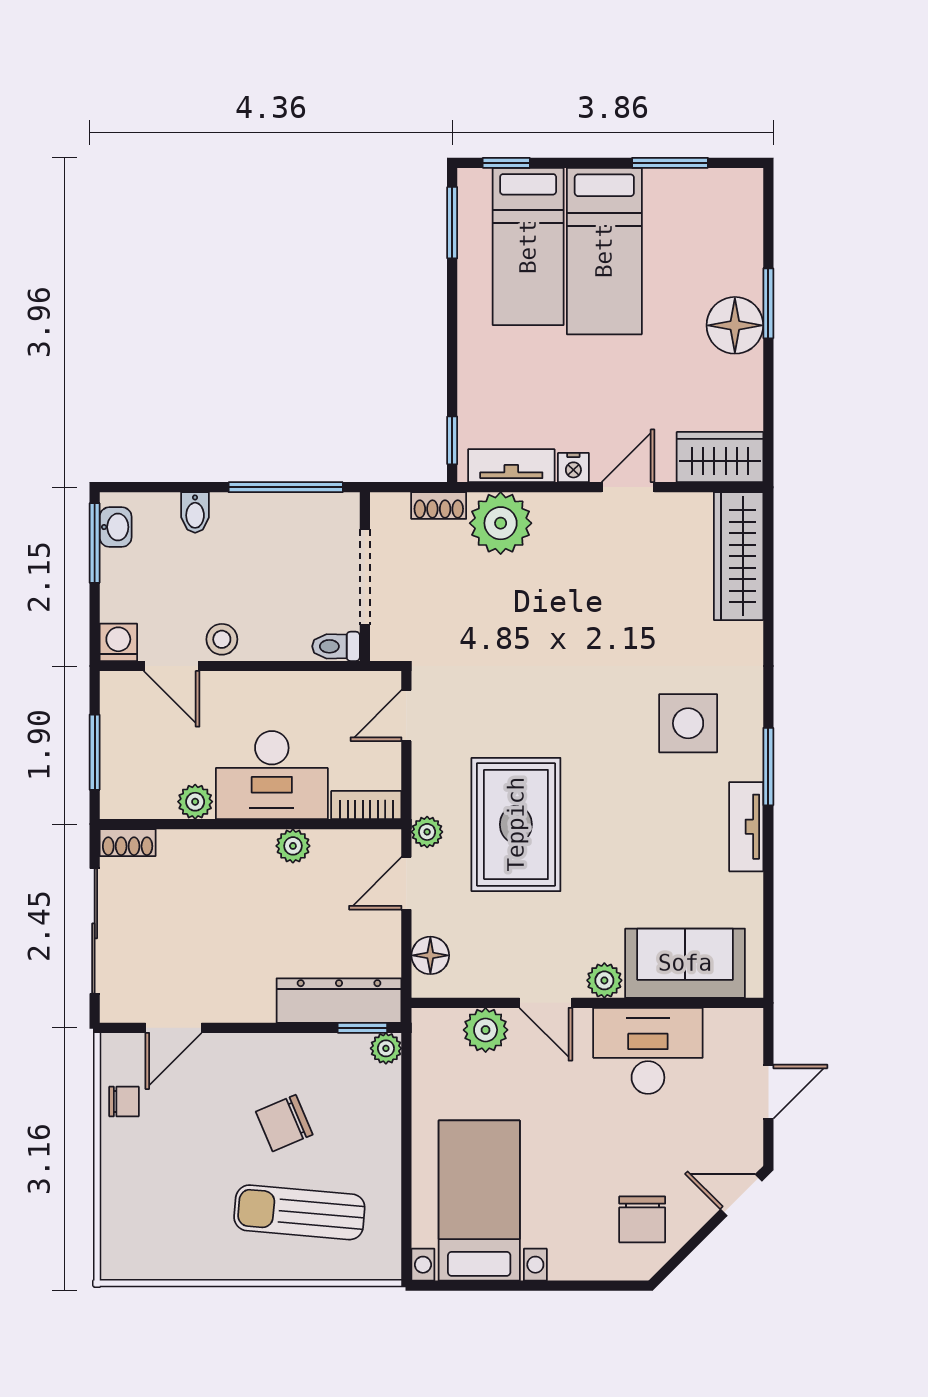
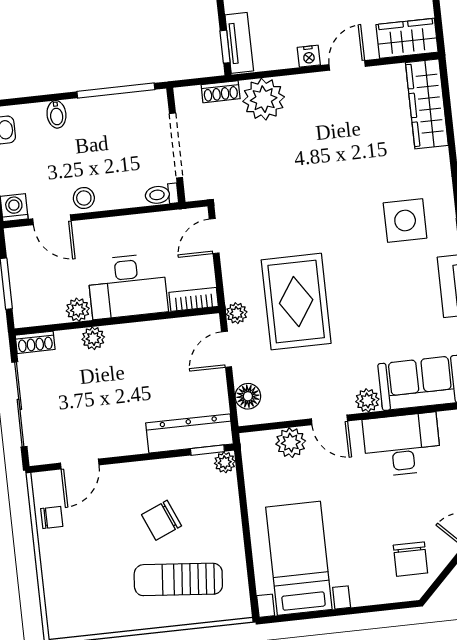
tv unit: (511, 466) -> (239, 43), moved, turned 90
plant: (293, 846) -> (93, 338), moved

